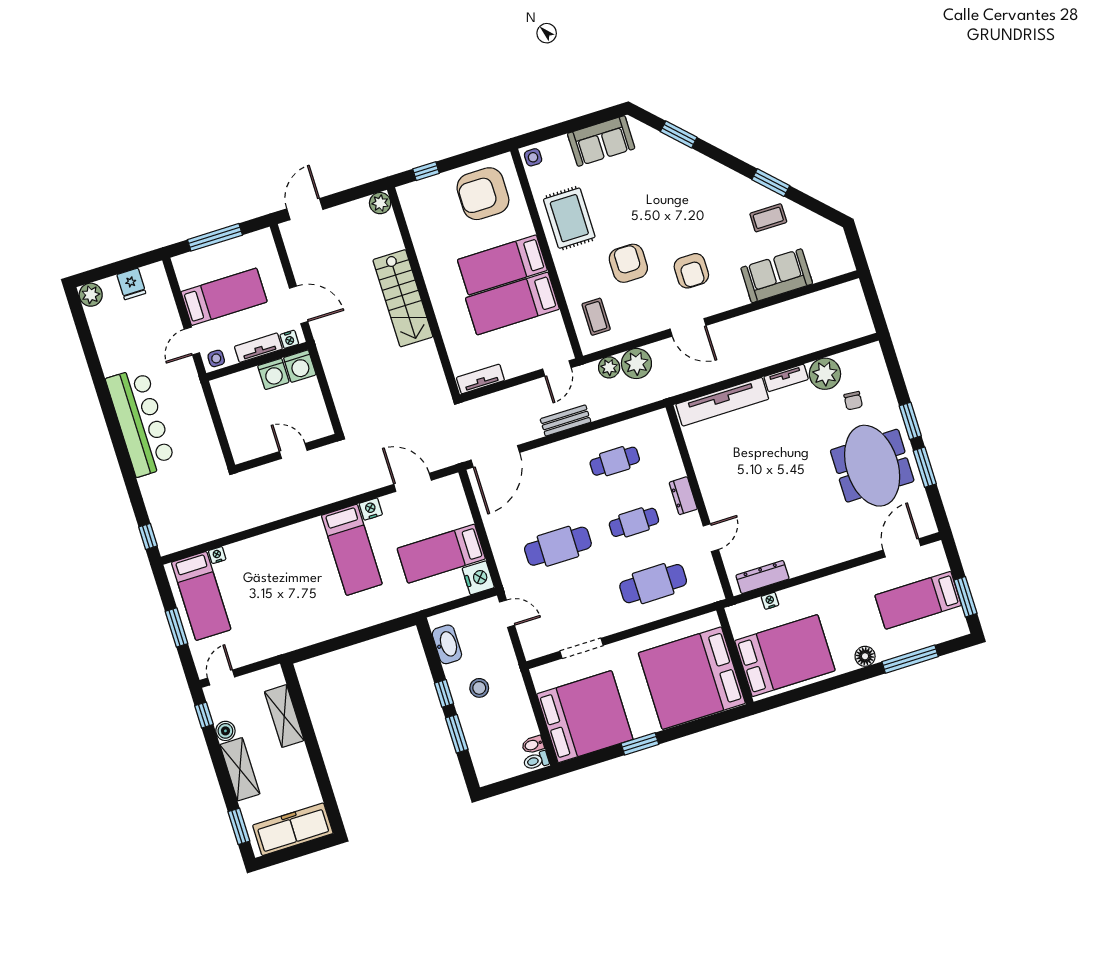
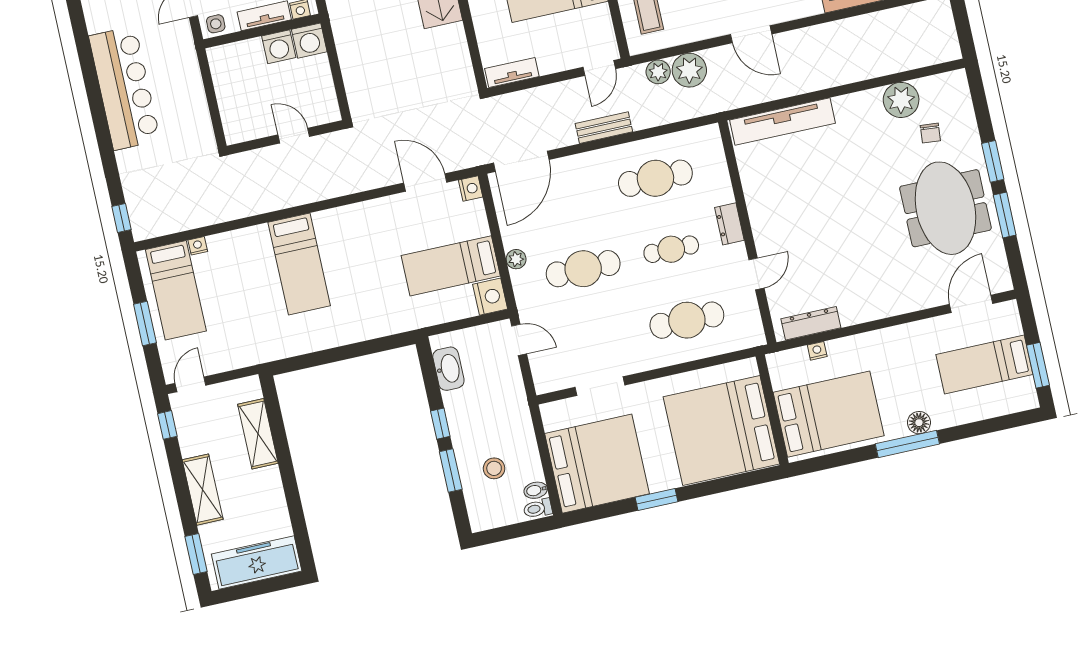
tv unit: (786, 378) -> (857, 101), removed
cafe table: (615, 461) -> (655, 178), width x1.37, depth x1.35
nightstand: (371, 509) -> (471, 189), moved, turned 90
plant: (498, 543) -> (516, 259), added
bed: (352, 550) -> (299, 264), moved
window: (910, 659) -> (907, 444), moved
stool: (479, 688) -> (494, 468), moved
boiler: (225, 731) -> (190, 445), removed

